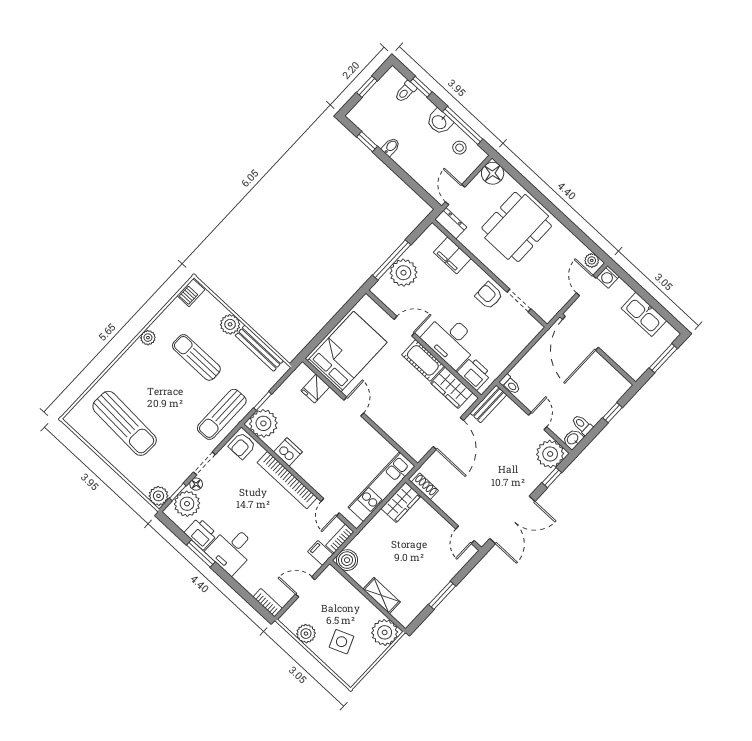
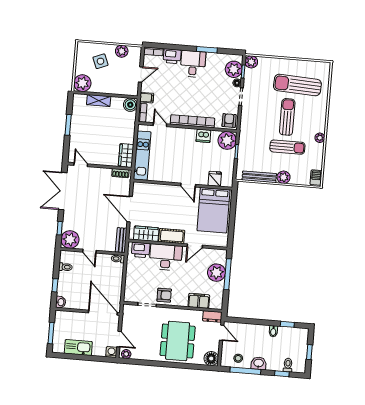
sun lounger: (222, 414) -> (287, 117), moved
washbasin: (573, 439) -> (61, 302), moved
printer: (201, 534) -> (172, 56), moved

